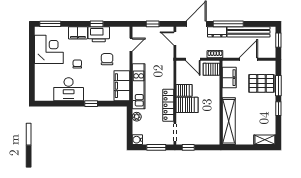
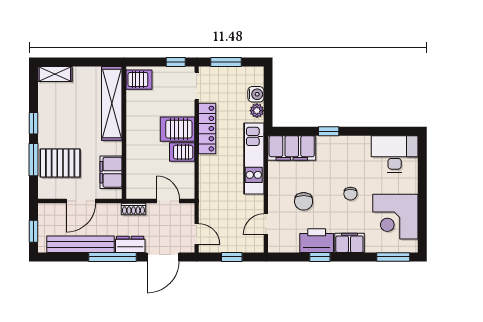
server rack: (211, 69) -> (139, 80), moved
filing cabinet: (122, 86) -> (292, 148), moved, turned 90
desk: (69, 89) -> (395, 154), moved
water cooler: (137, 140) -> (256, 94), moved

